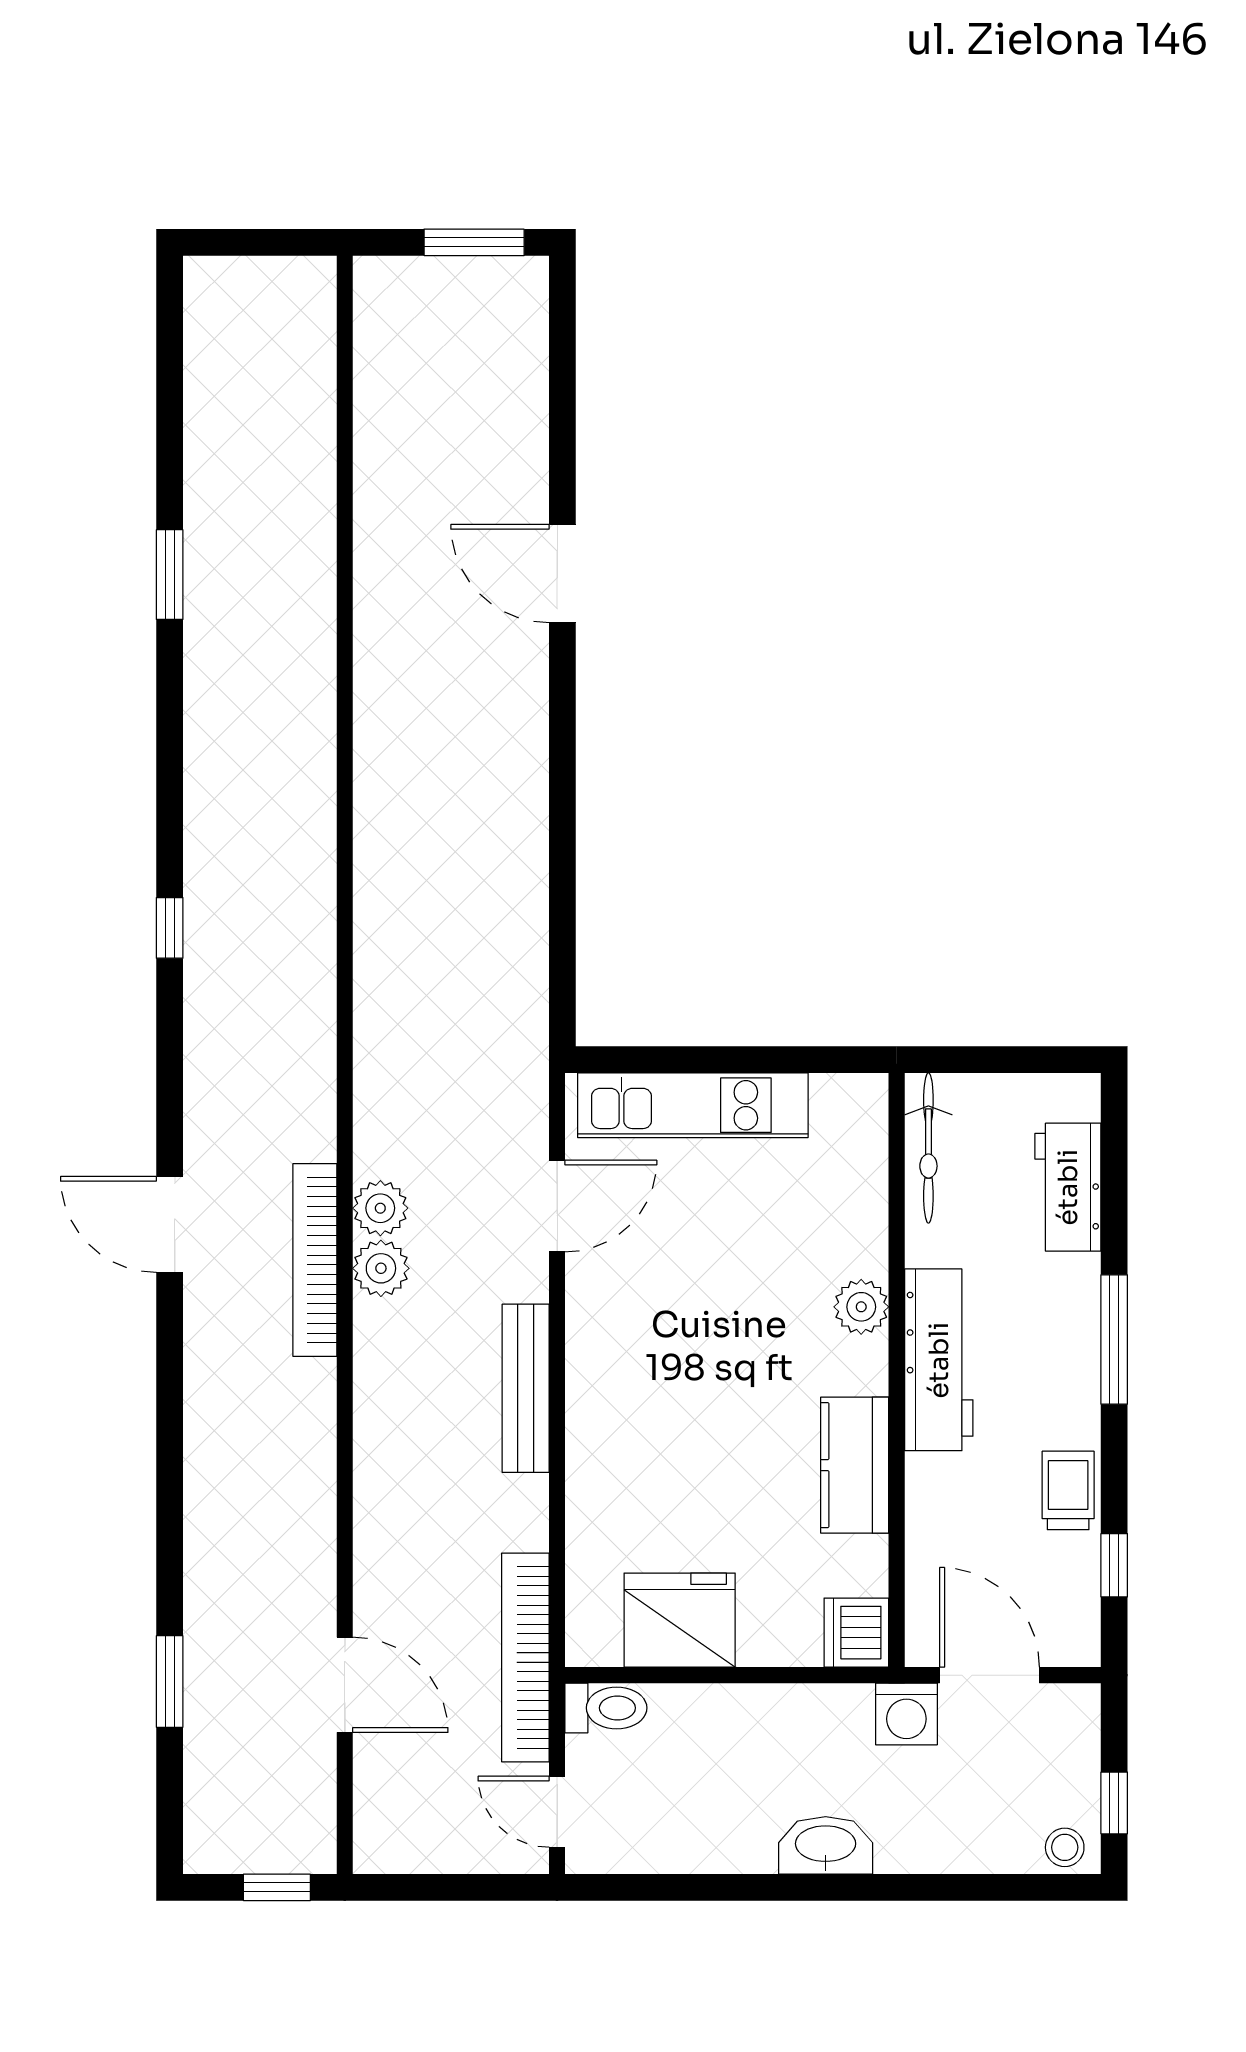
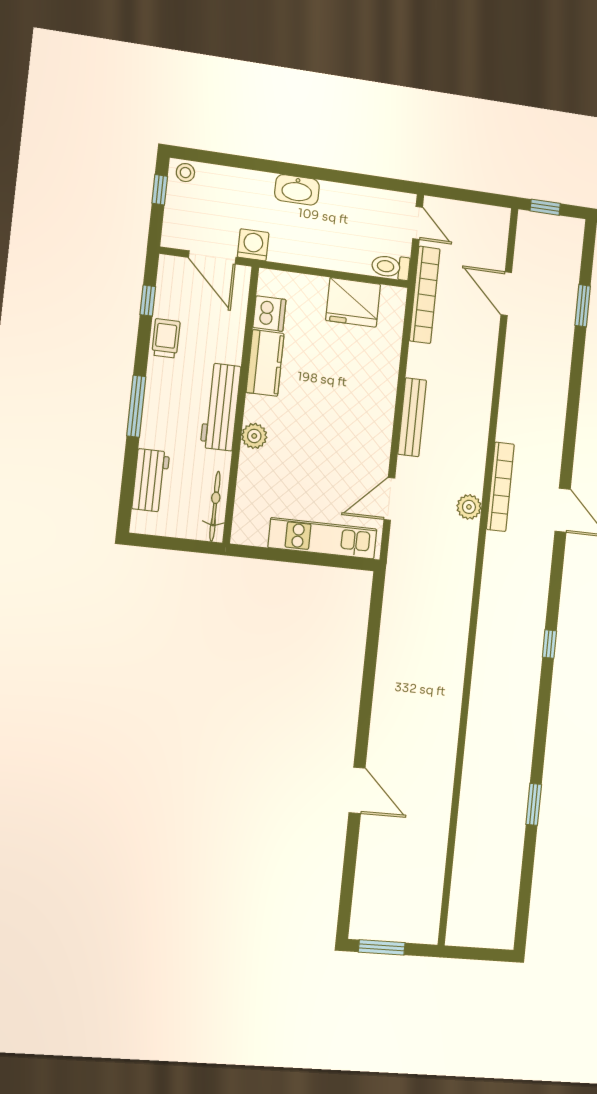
plant: (381, 1268) -> (471, 480), removed
trolley: (1068, 1490) -> (166, 338), turned 180
dishwasher: (856, 1633) -> (269, 314), moved

